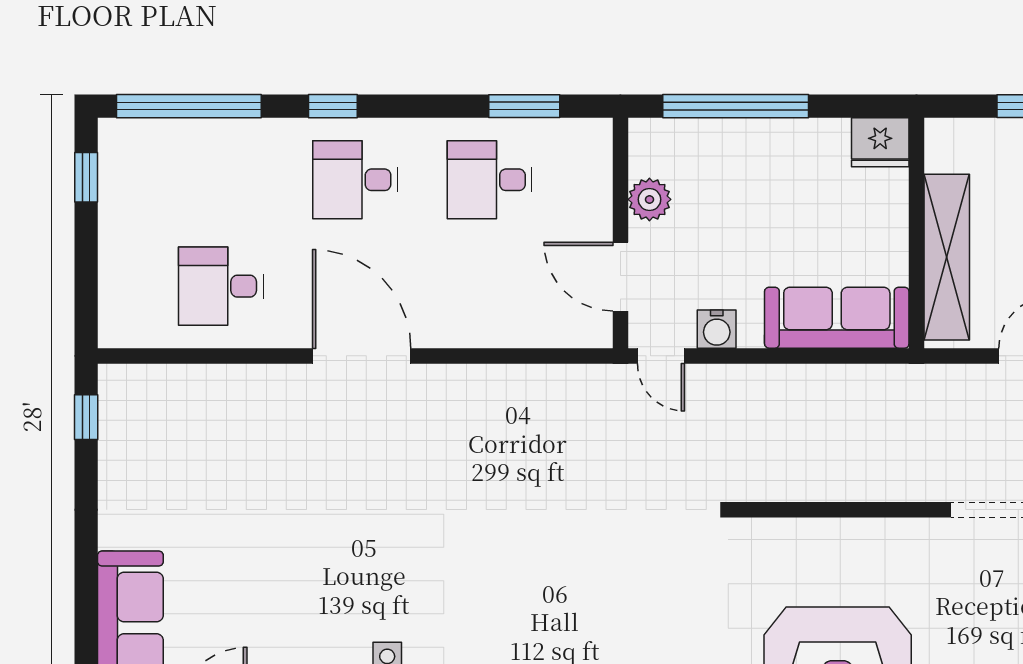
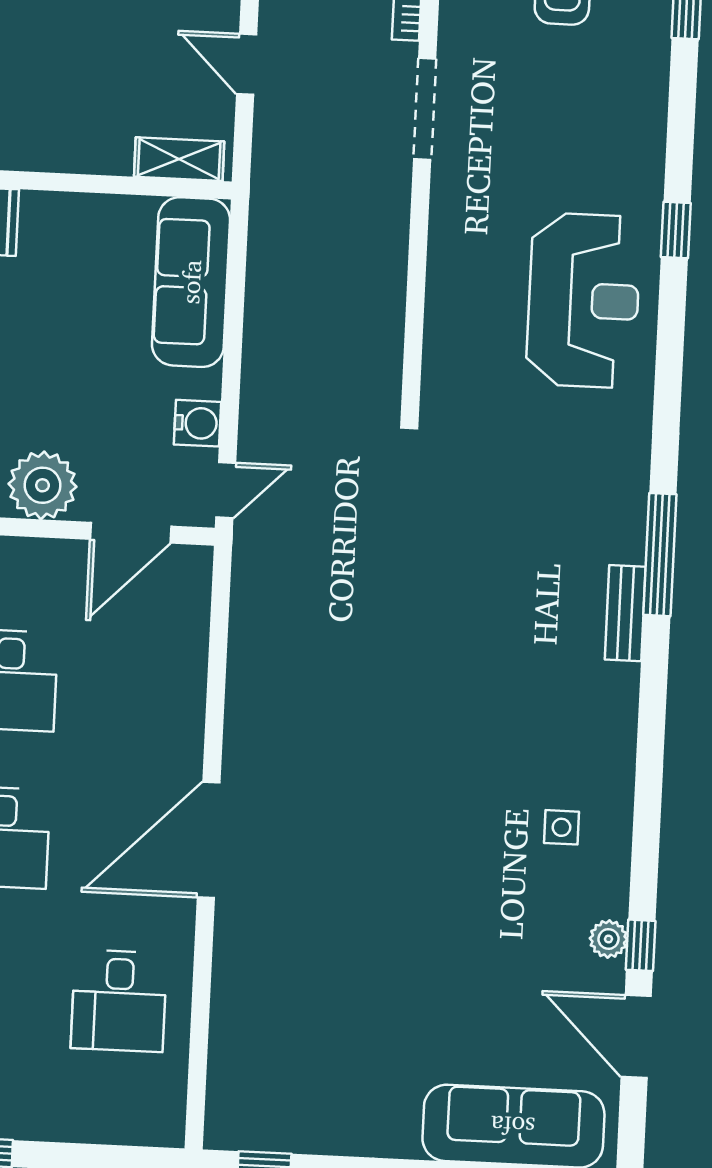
plant: (649, 199) -> (43, 485), width x1.36, depth x1.36
shelving: (947, 257) -> (179, 159), width x0.45, depth x0.75

